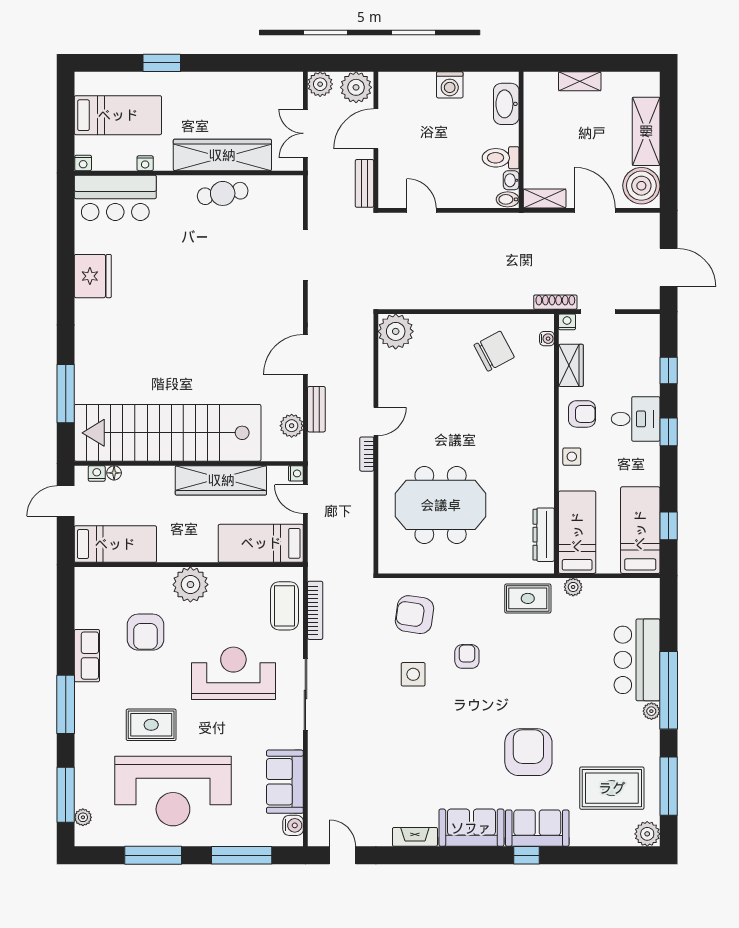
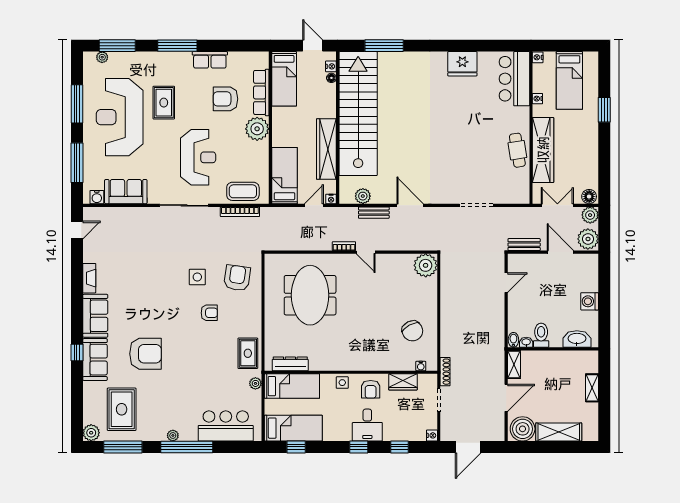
floor lamp: (292, 86) -> (589, 197), added
nightstand: (567, 322) -> (432, 435), moved
row of seats: (136, 578) -> (261, 92), added
bar counter: (637, 660) -> (226, 426), moved

